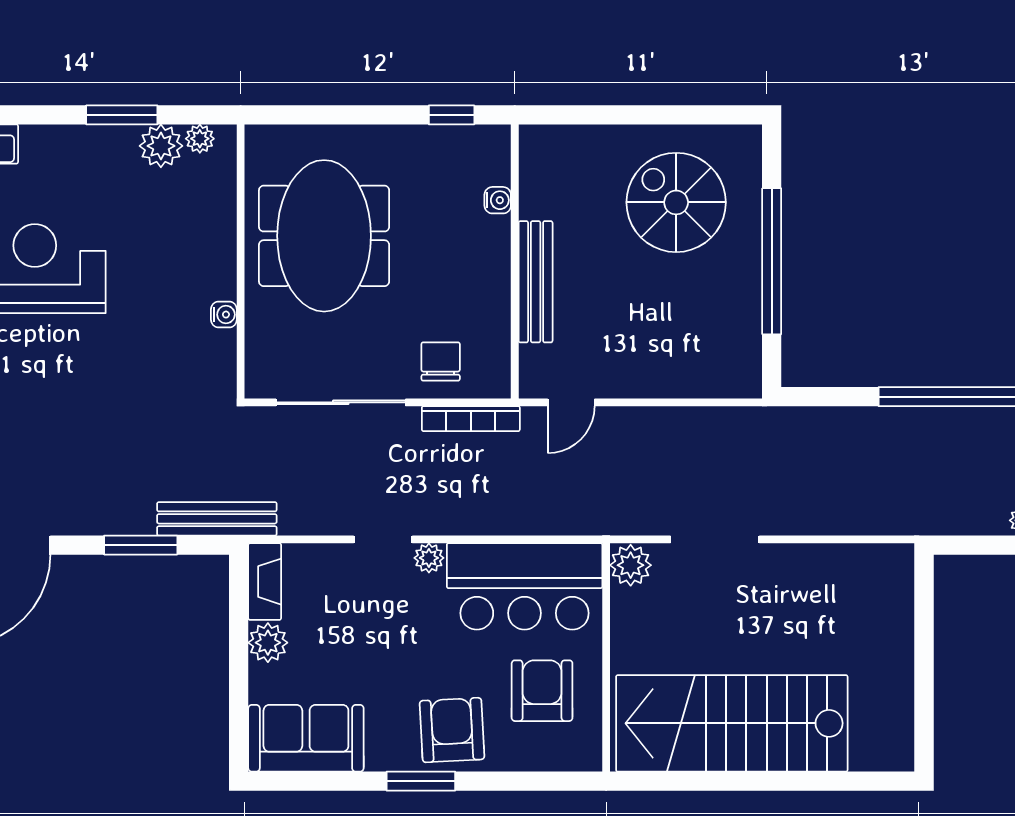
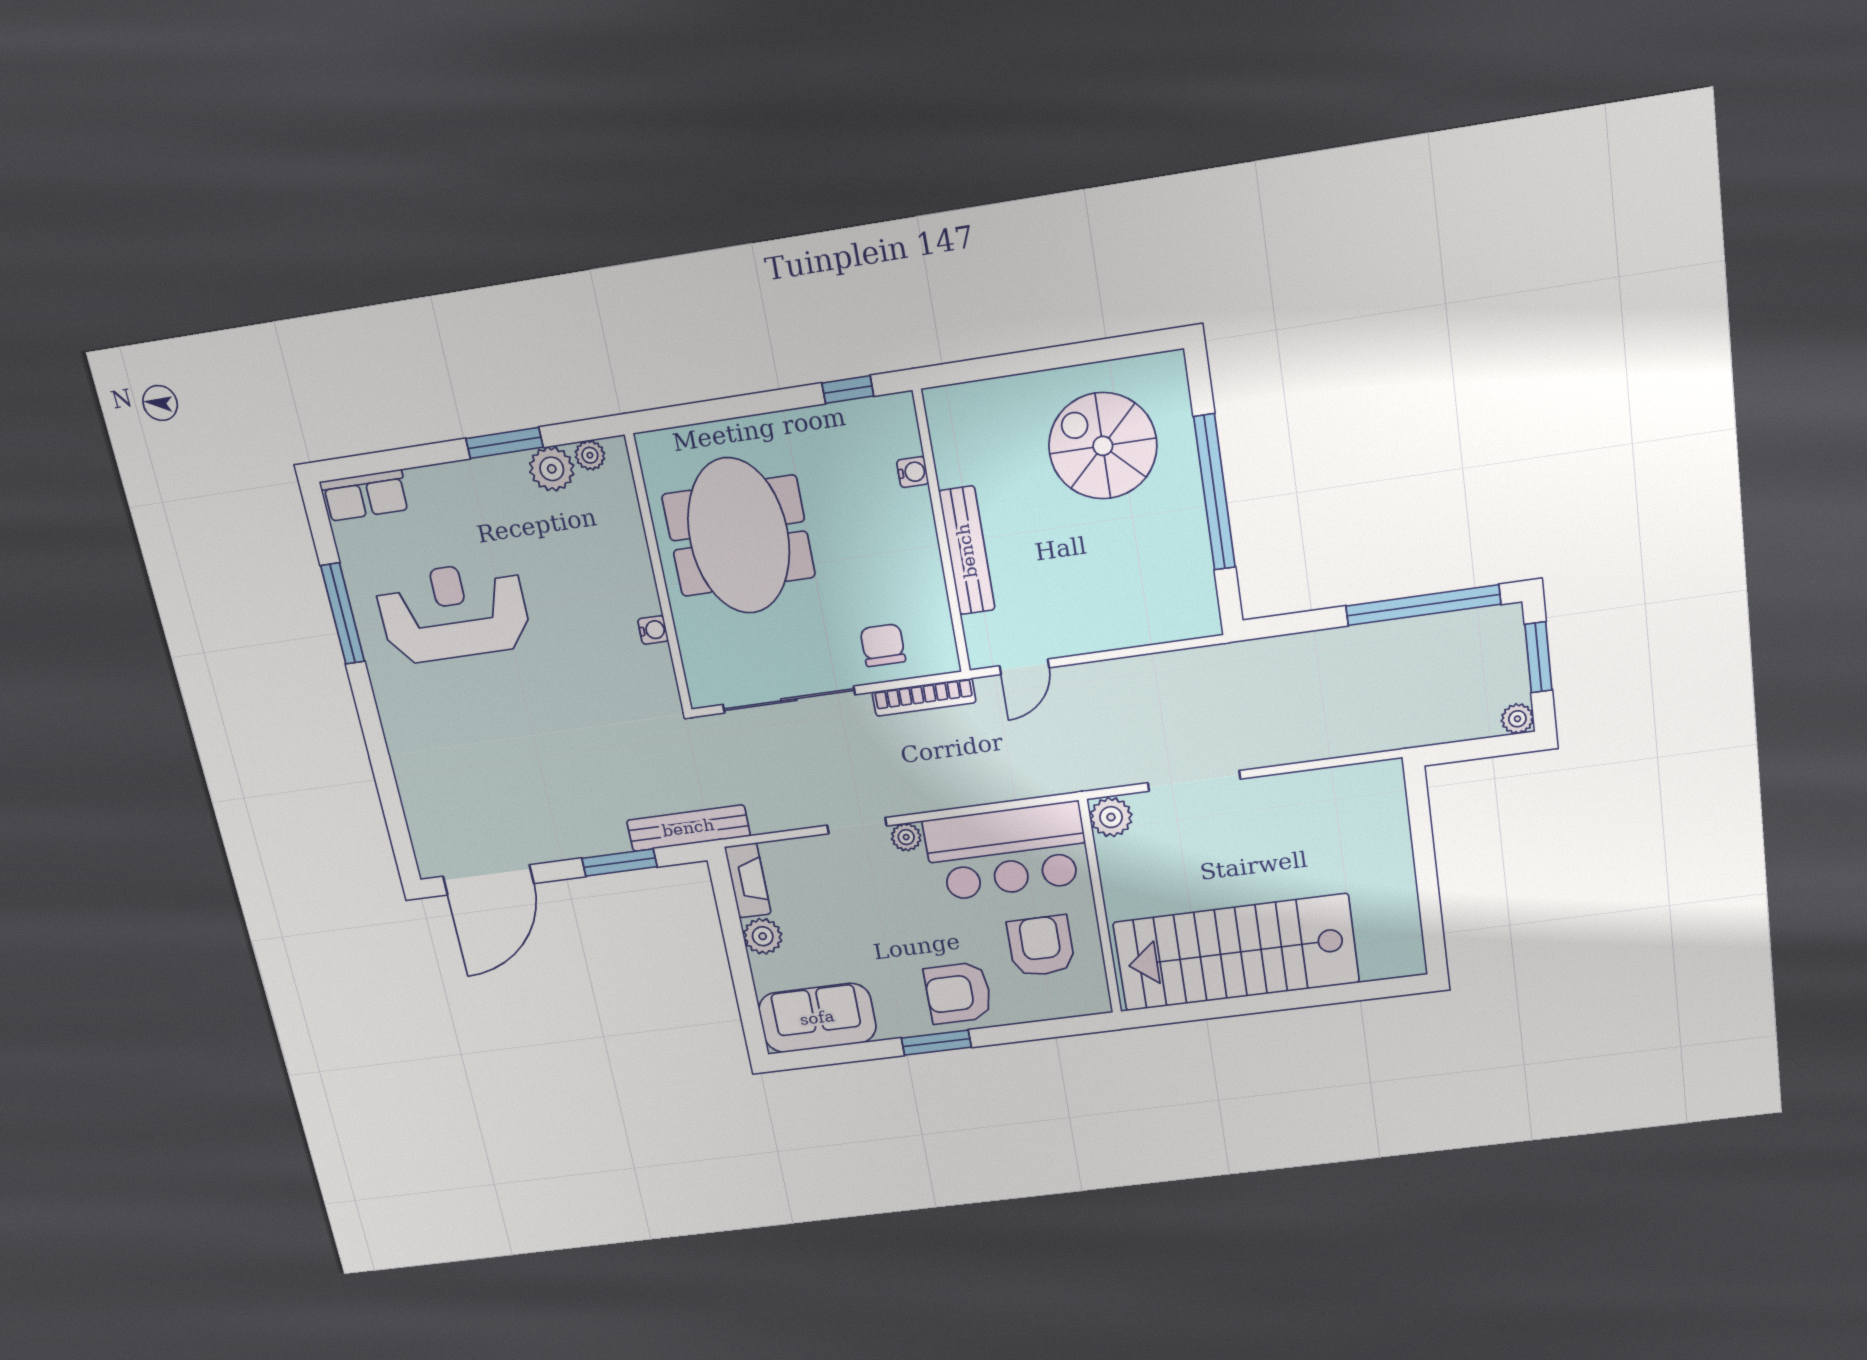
armchair: (452, 730) -> (958, 993), turned -87

